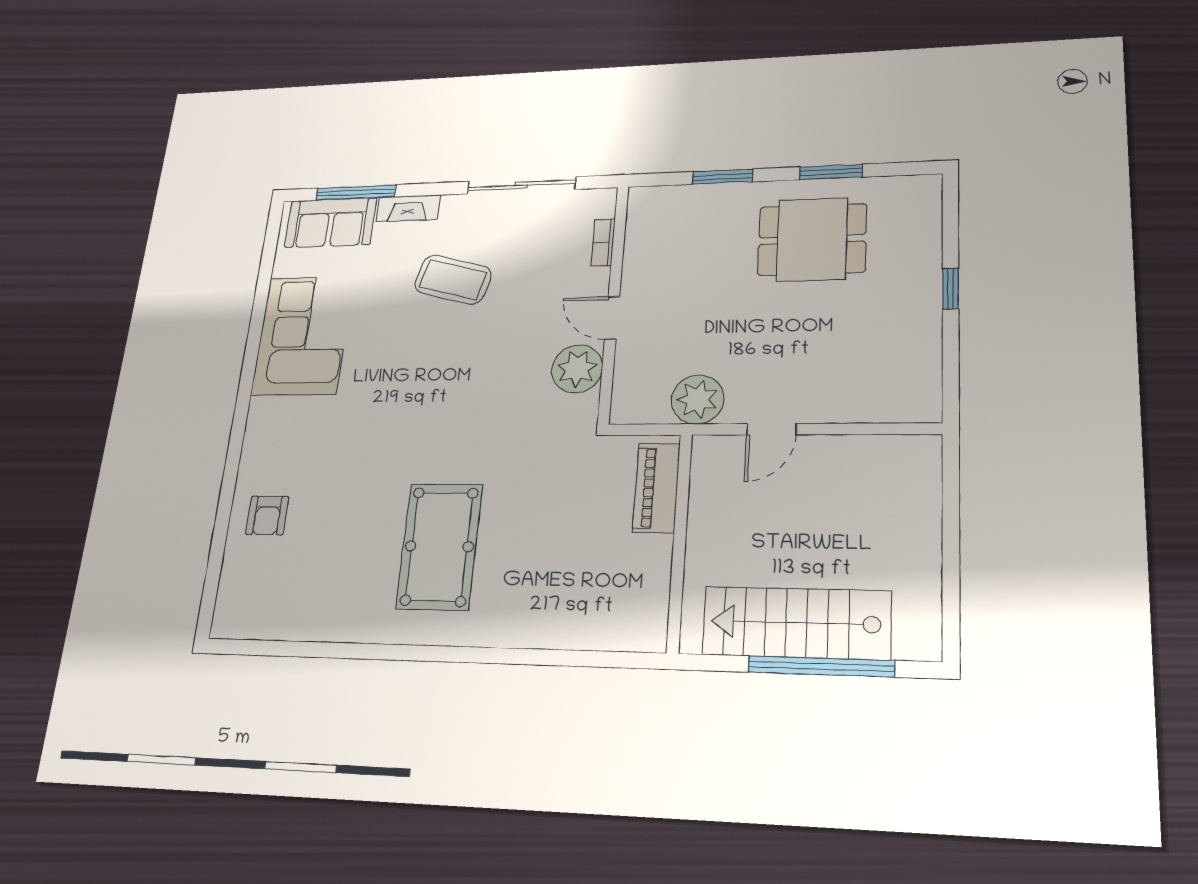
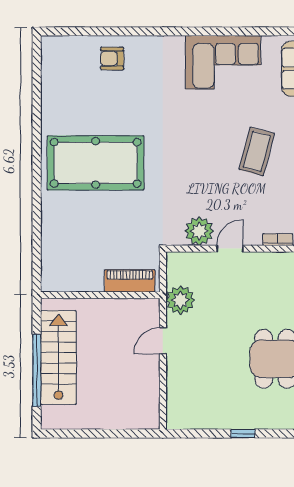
door: (771, 429) -> (163, 341), hinge flipped
pool table: (439, 546) -> (96, 163), width x1.36, depth x1.32

